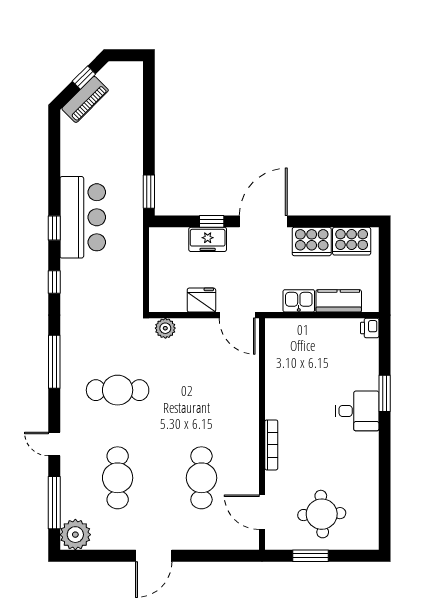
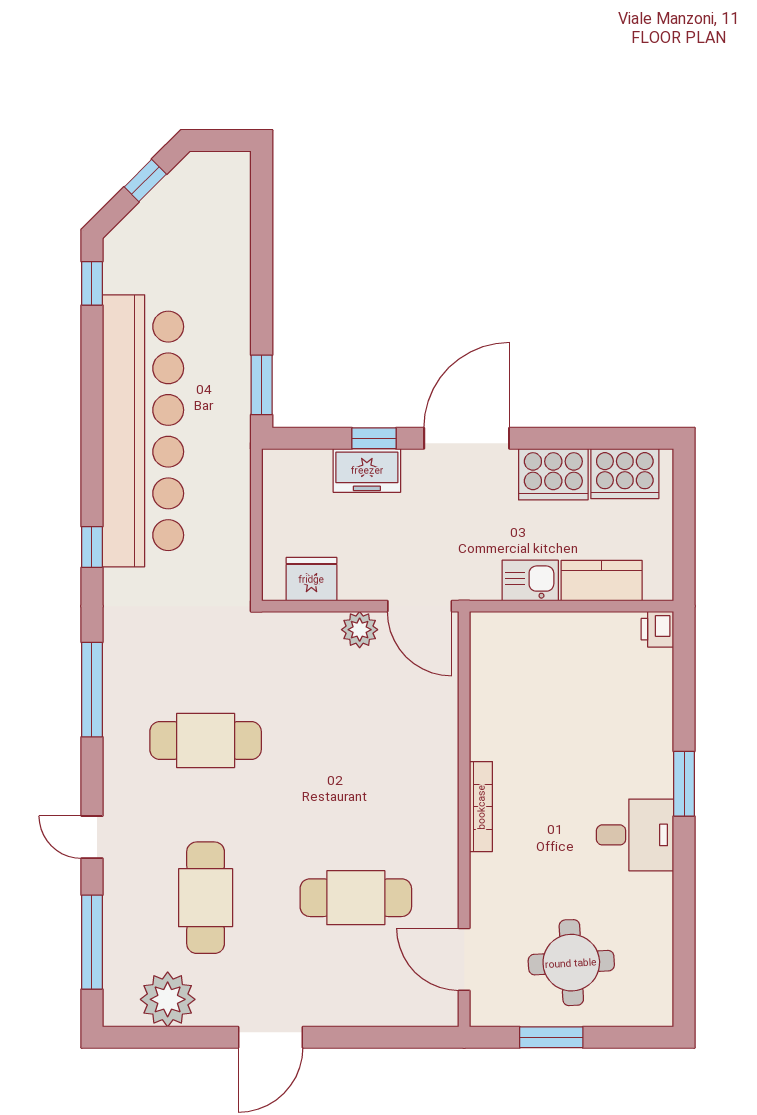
piano: (85, 99) -> (147, 220), removed
bar counter: (83, 217) -> (143, 431), width x1.86
window: (54, 228) -> (92, 283), moved
fridge: (201, 300) -> (311, 579), moved
plant: (165, 328) -> (360, 630), moved
window: (385, 393) -> (684, 784), moved
desk: (357, 411) -> (635, 835), moved
bookcase: (271, 445) -> (481, 807), moved
cafe table: (201, 478) -> (356, 898), turned 90
plant: (75, 535) -> (168, 999), moved

